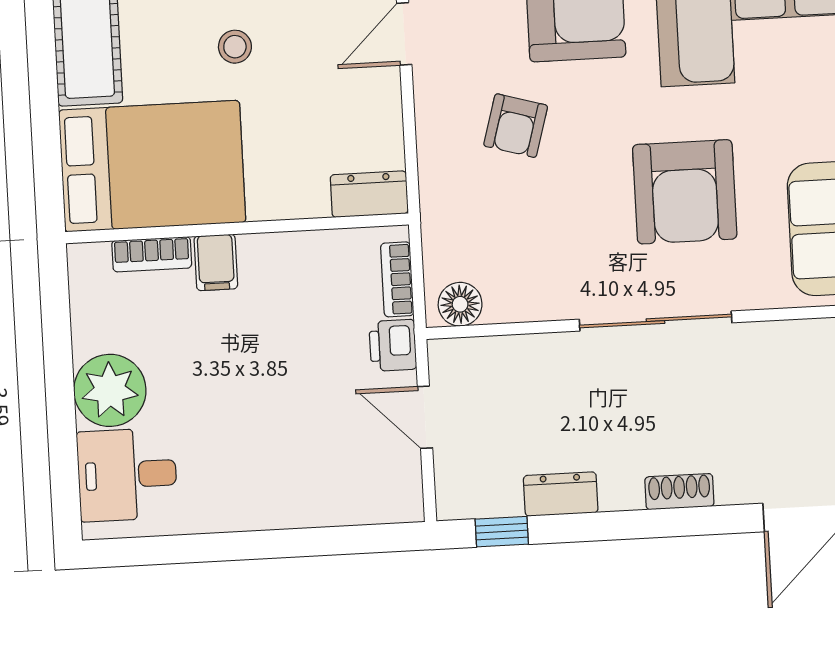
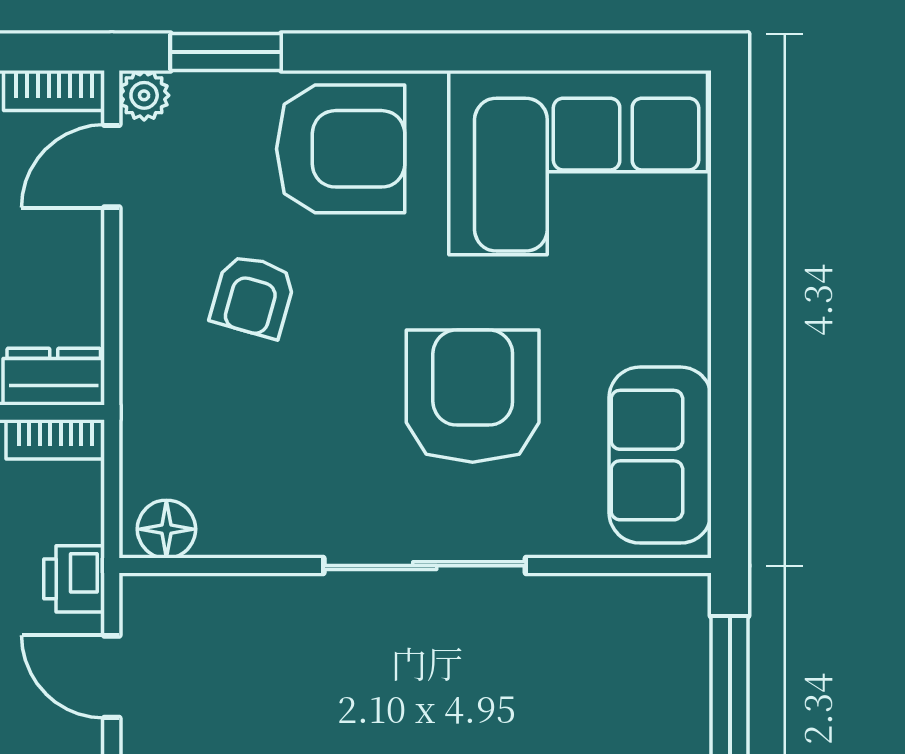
armchair: (685, 192) -> (473, 396), turned 180
bookcase: (397, 279) -> (55, 439), moved, turned -90

